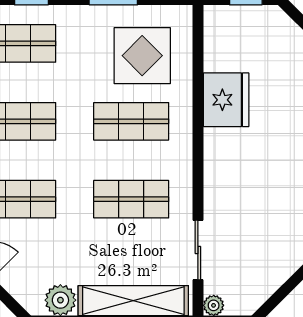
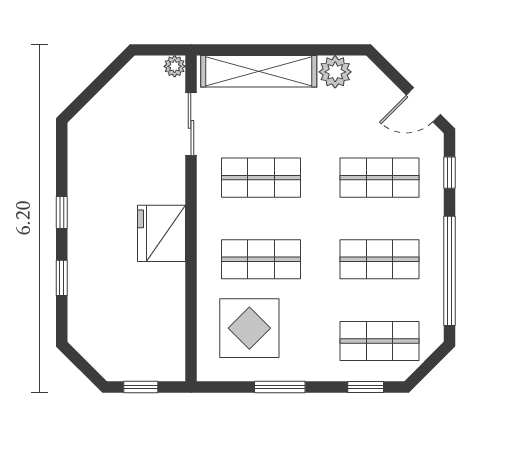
fridge: (226, 100) -> (161, 233), moved

